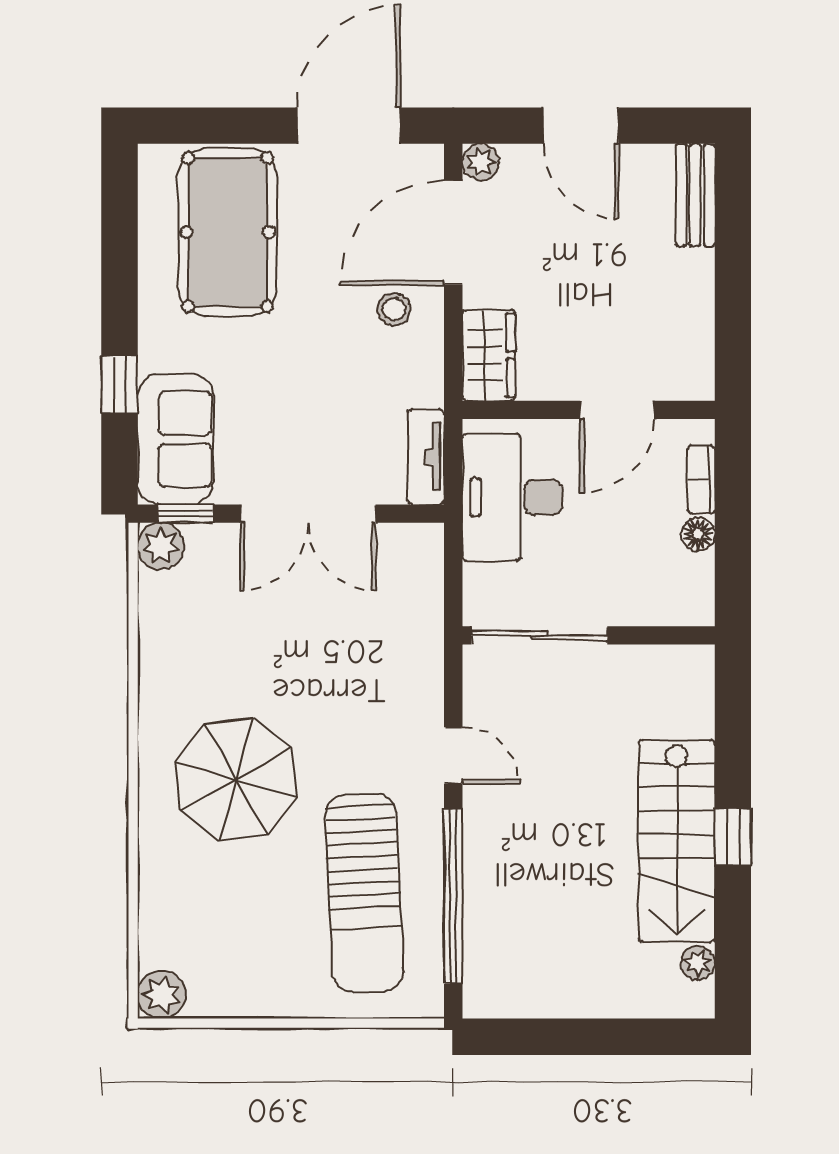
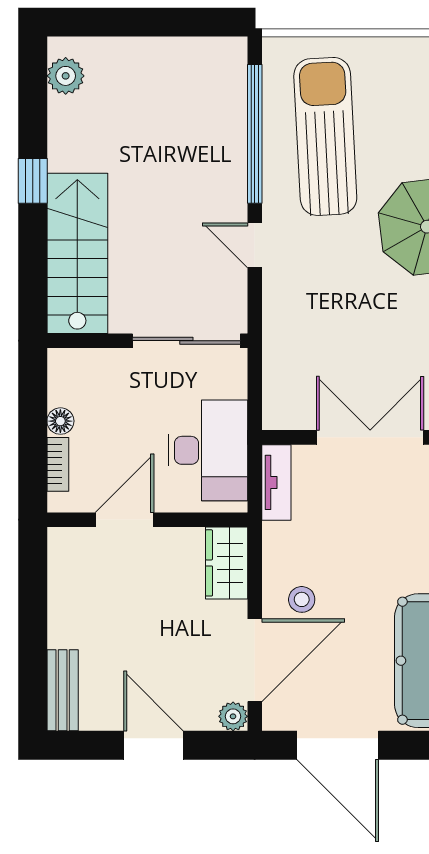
door: (349, 126) -> (338, 745), hinge flipped
stairs: (677, 841) -> (77, 253), moved
plant: (698, 963) -> (66, 76), width x1.38, depth x1.38

